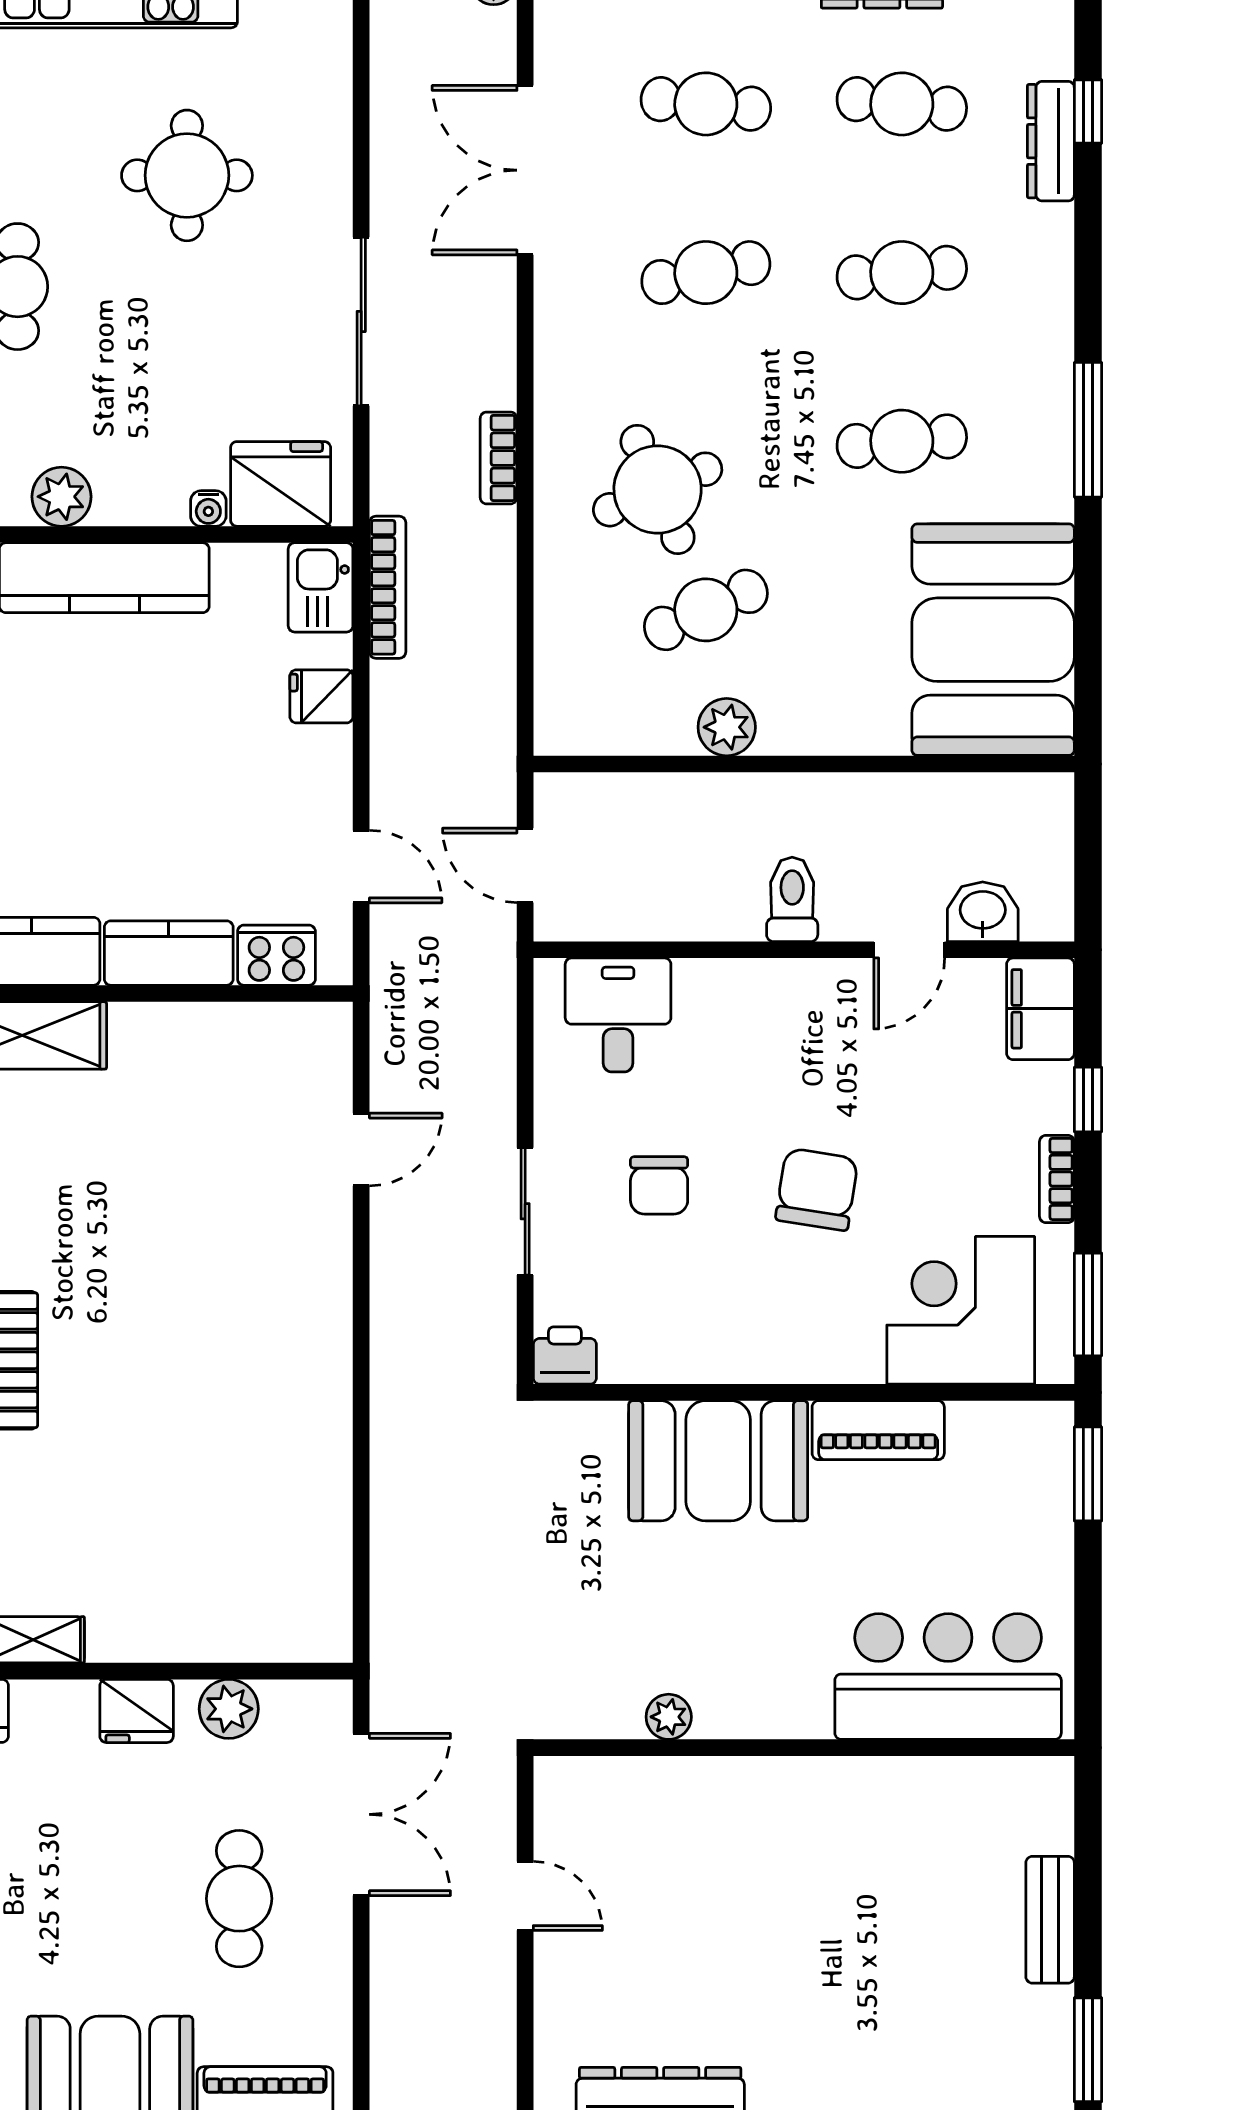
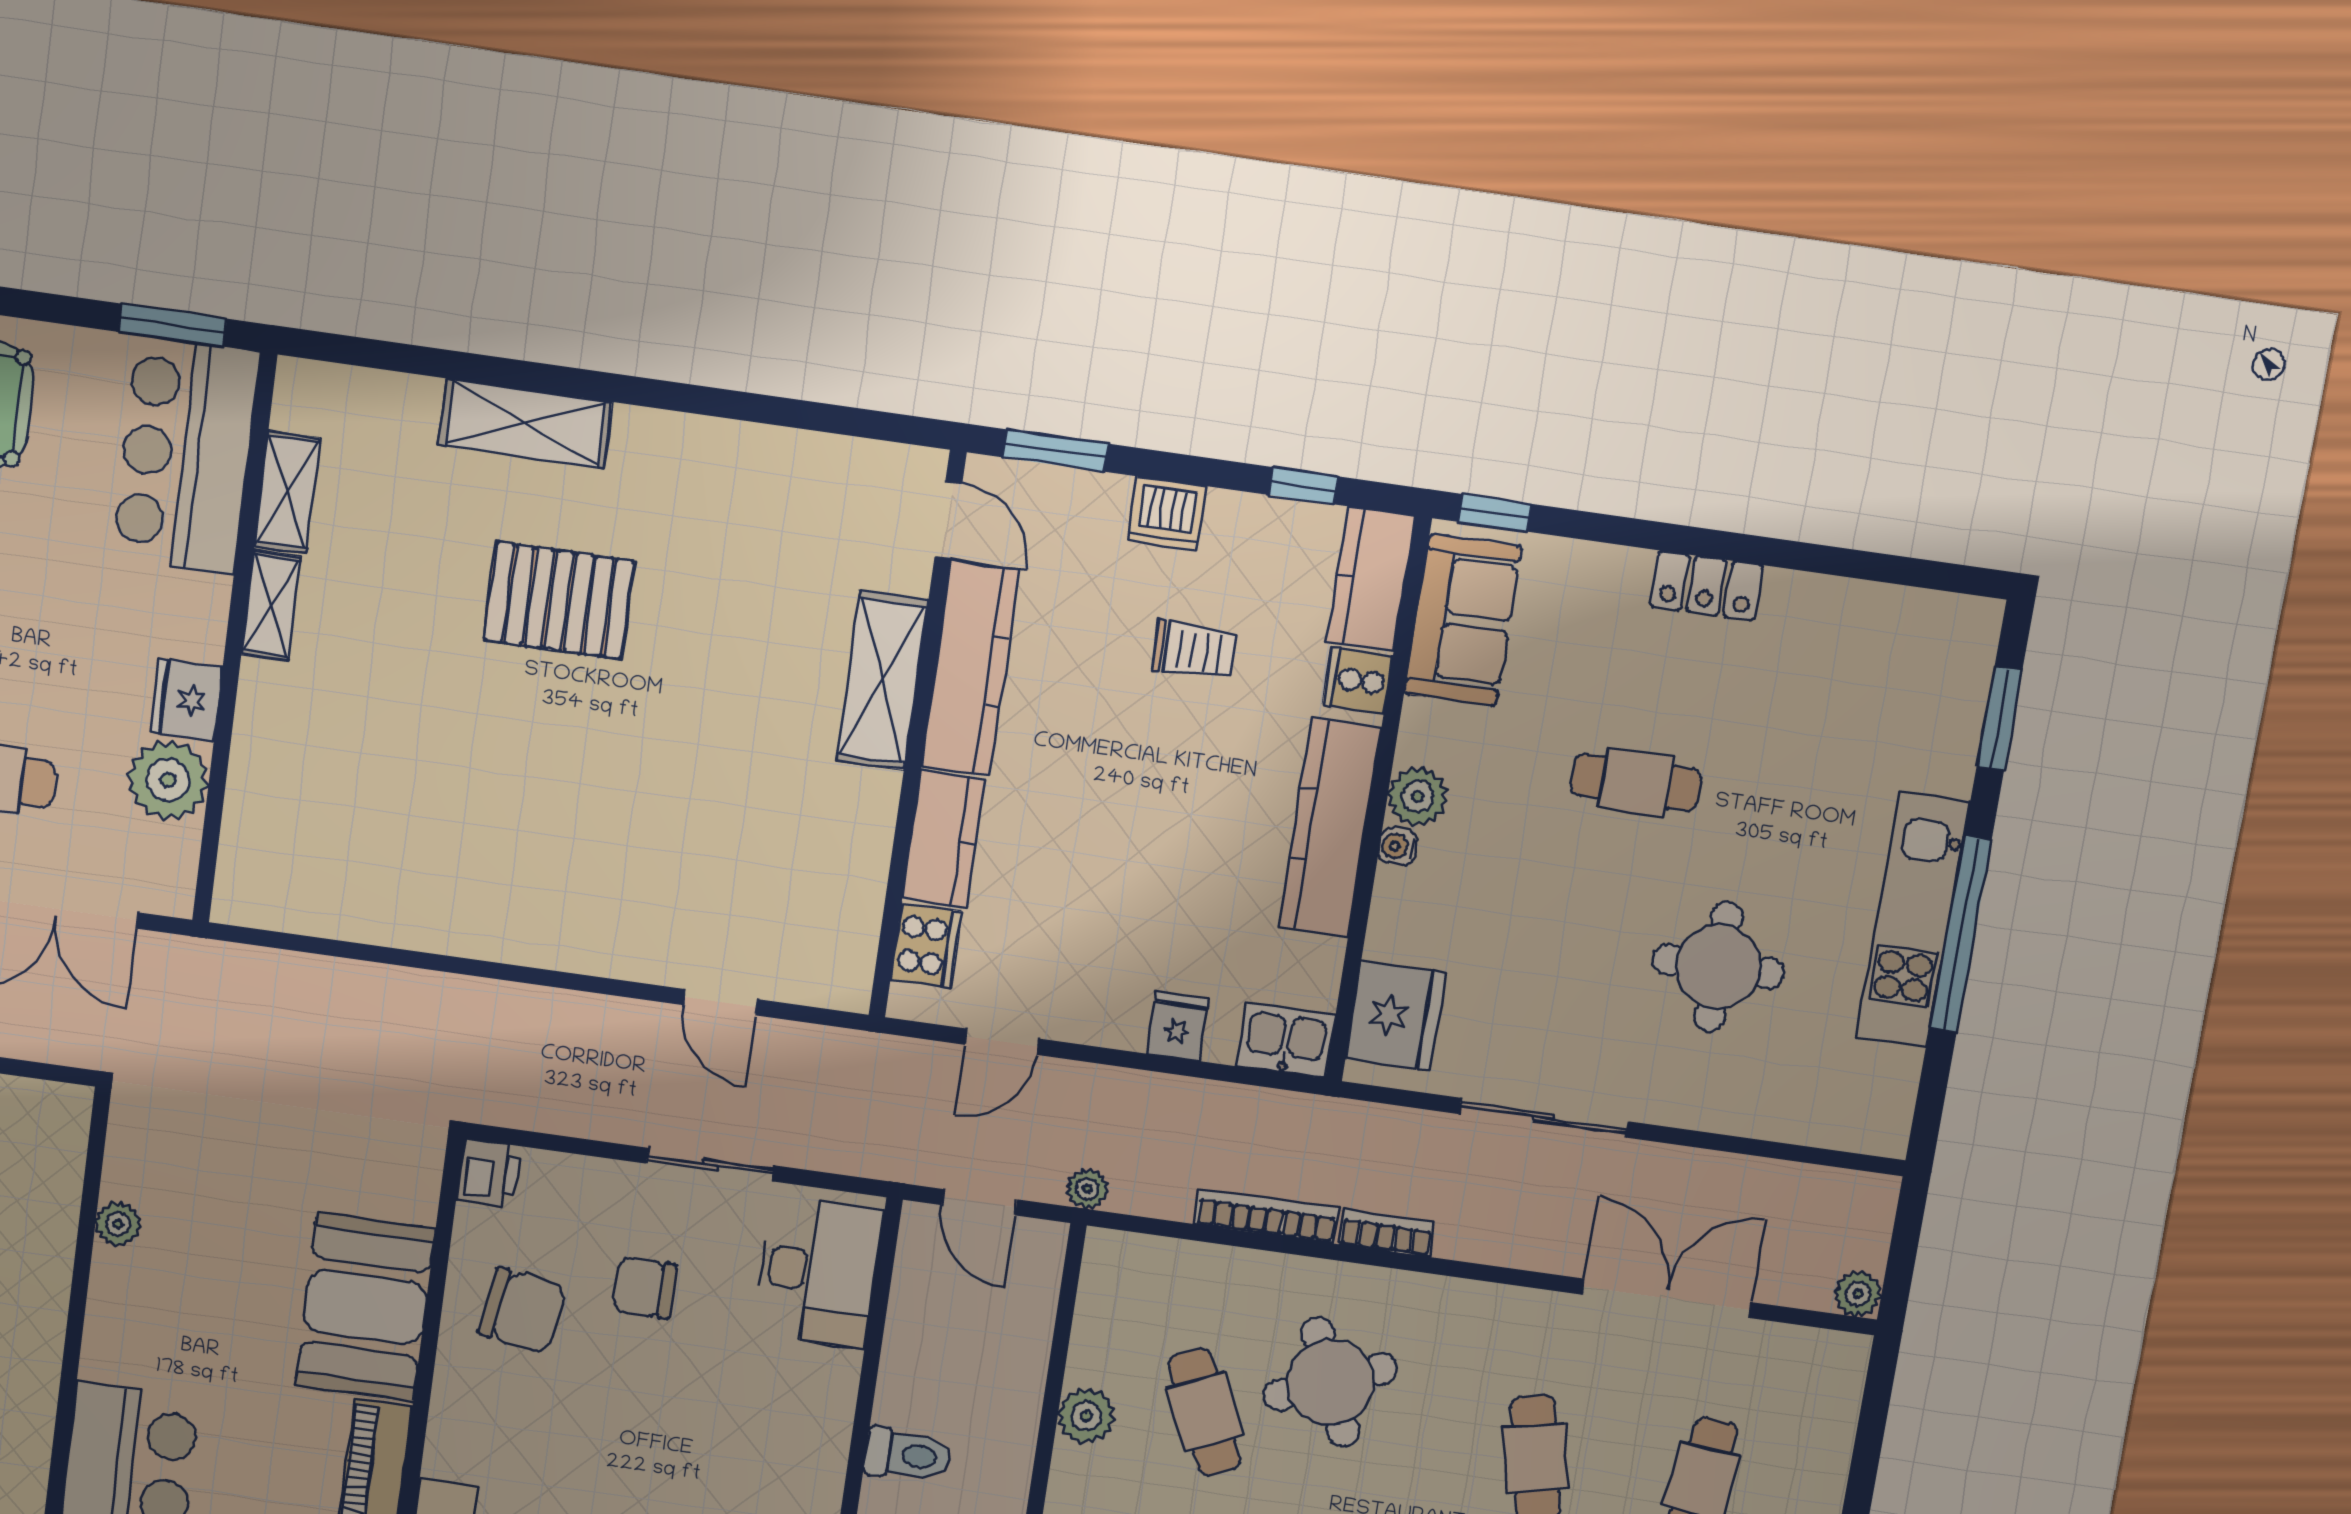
water cooler: (208, 508) -> (1398, 846), moved
bookcase: (388, 587) -> (1266, 1216), moved, turned 180
plant: (496, 761) -> (1087, 1189), added
door: (525, 865) -> (979, 1202), swing flipped
desk: (618, 1015) -> (818, 1272), width x1.37
chair: (817, 1189) -> (522, 1310), moved
sliding door: (525, 1211) -> (710, 1165), moved
plant: (229, 1709) -> (168, 780), width x1.36, depth x1.36

